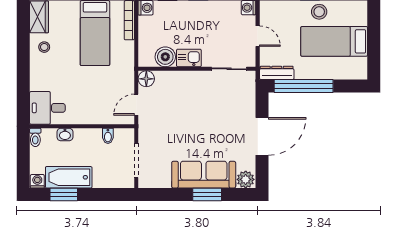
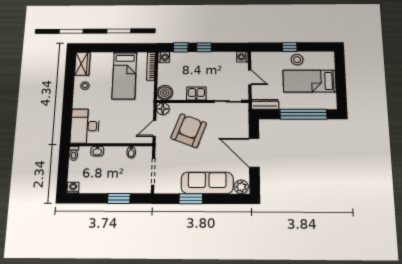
boiler: (165, 57) -> (165, 93), moved
window: (304, 86) -> (303, 114), moved
desk: (47, 108) -> (85, 126), width x1.37
armchair: (180, 108) -> (189, 131), added
door: (262, 136) -> (254, 153), swing flipped
bathtub: (69, 177) -> (98, 185), removed
window: (64, 195) -> (119, 198), moved
window: (207, 195) -> (191, 199), moved

